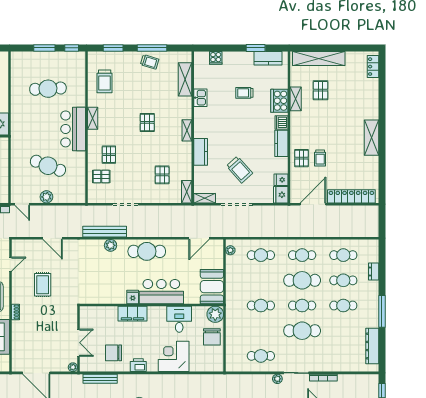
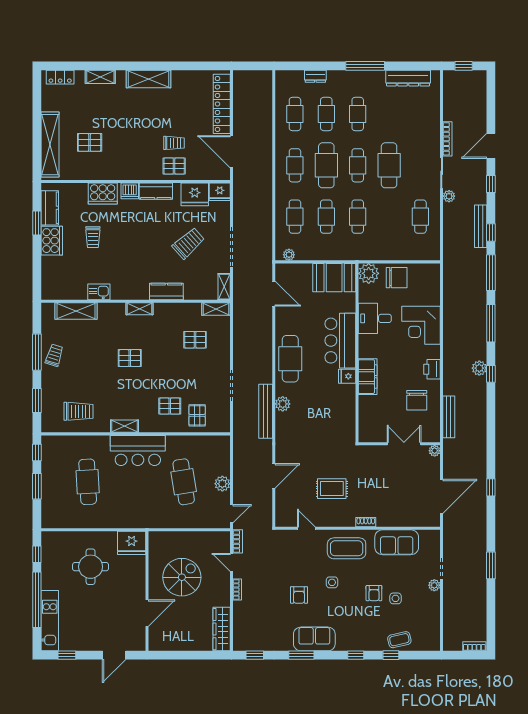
cooker: (216, 58) -> (52, 241), moved, width x1.87, depth x1.31
shelving: (296, 99) -> (100, 77), moved
cafe table: (48, 166) -> (184, 482), turned -30
fridge: (281, 180) -> (195, 194), width x1.88, depth x1.34
cafe table: (261, 280) -> (326, 217), added

